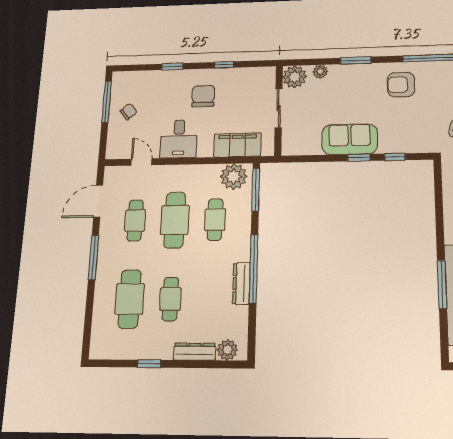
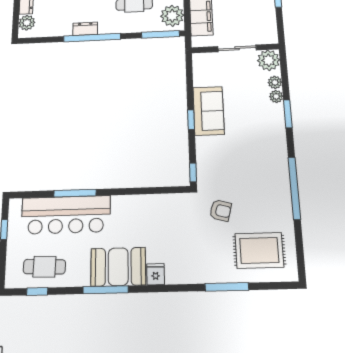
plant: (336, 71) -> (276, 96), added
armchair: (401, 85) -> (265, 156), removed
window: (395, 157) -> (193, 173), moved
dresser: (241, 283) -> (85, 29), width x0.70

